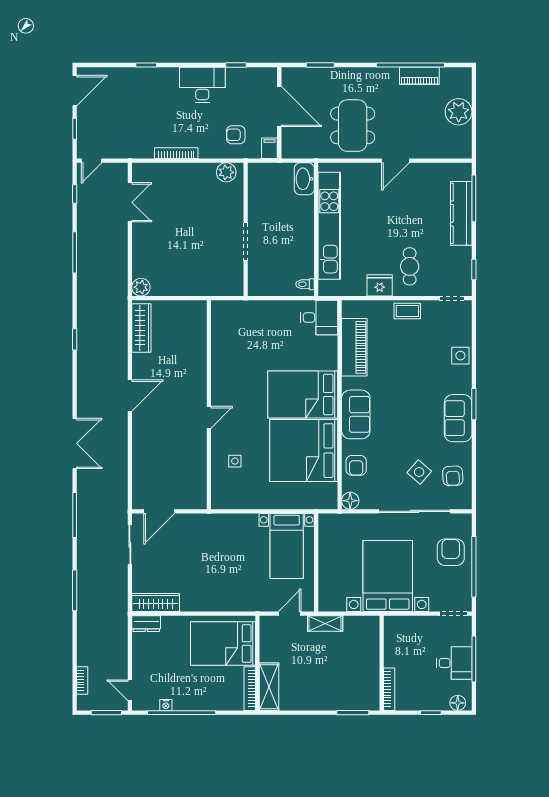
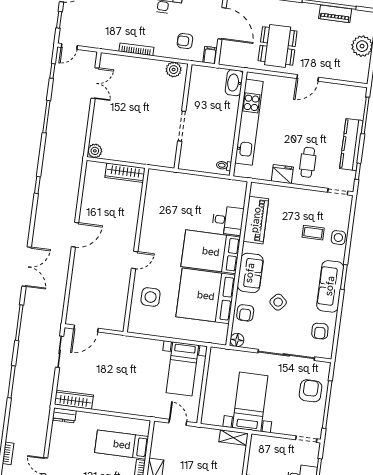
kitchen counter: (461, 213) -> (351, 145), moved
coffee table: (407, 311) -> (313, 233), moved
desk: (319, 318) -> (228, 220), moved
wardrobe: (141, 328) -> (125, 173), moved, turned 90
sofa: (458, 418) -> (330, 286), width x1.36
side table: (235, 461) -> (151, 297), width x1.87, depth x1.87
side table: (419, 472) -> (278, 302), moved
bed with nightstands: (388, 576) -> (250, 402), width x0.73
door: (290, 614) -> (178, 422), hinge flipped
shelving: (325, 624) -> (234, 438), moved
bed: (223, 643) -> (122, 445), width x0.67

